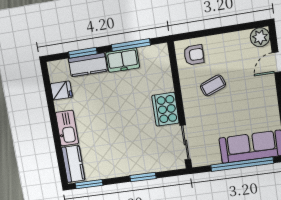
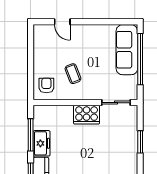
plant: (260, 37) -> (41, 32), removed

